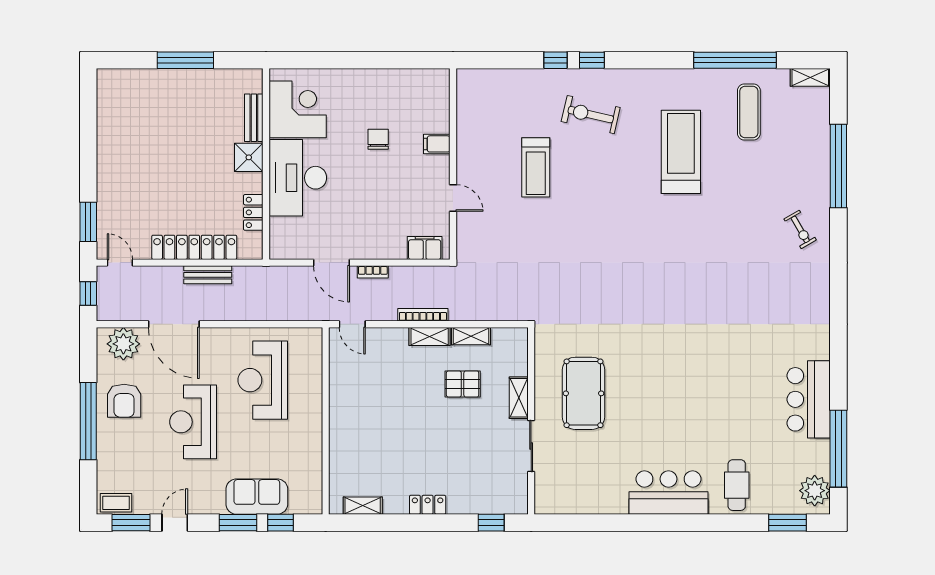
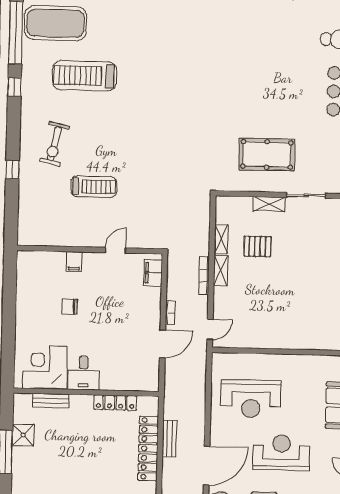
window: (592, 60) -> (14, 87), moved
exercise mat: (749, 112) -> (56, 23), width x2.00, depth x1.45
shower: (249, 157) -> (23, 435), moved
desk: (298, 178) -> (83, 373), width x0.53, depth x0.77
locker: (253, 212) -> (115, 403), width x1.53
pallet: (463, 384) -> (257, 246), turned 90
reception desk: (193, 422) -> (281, 453), turned 180

